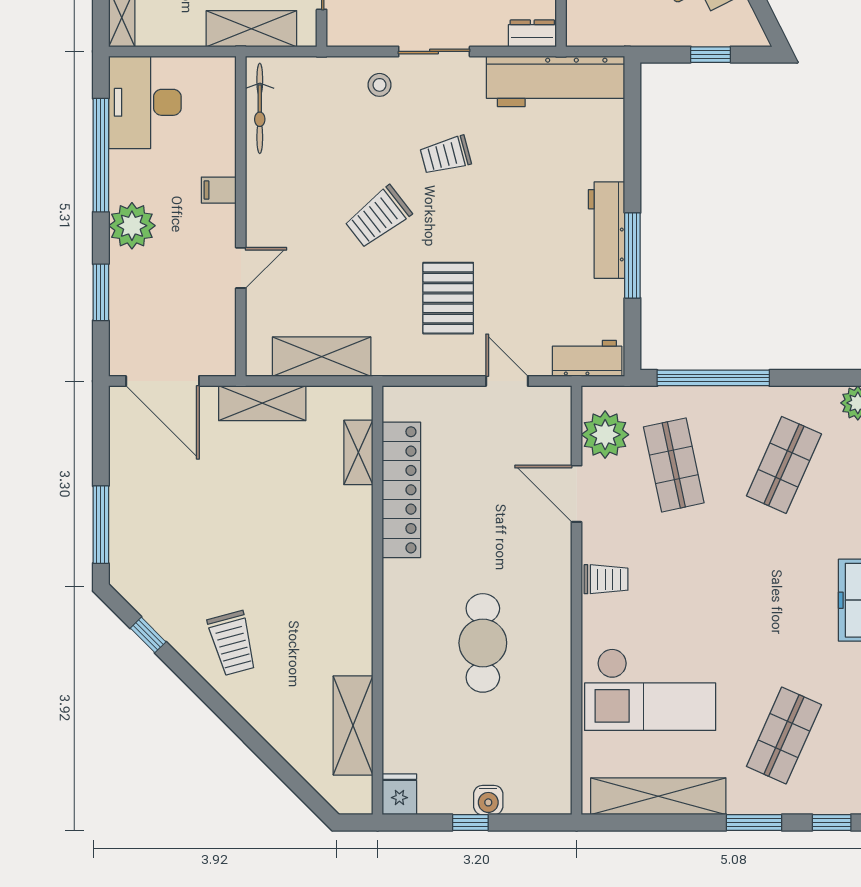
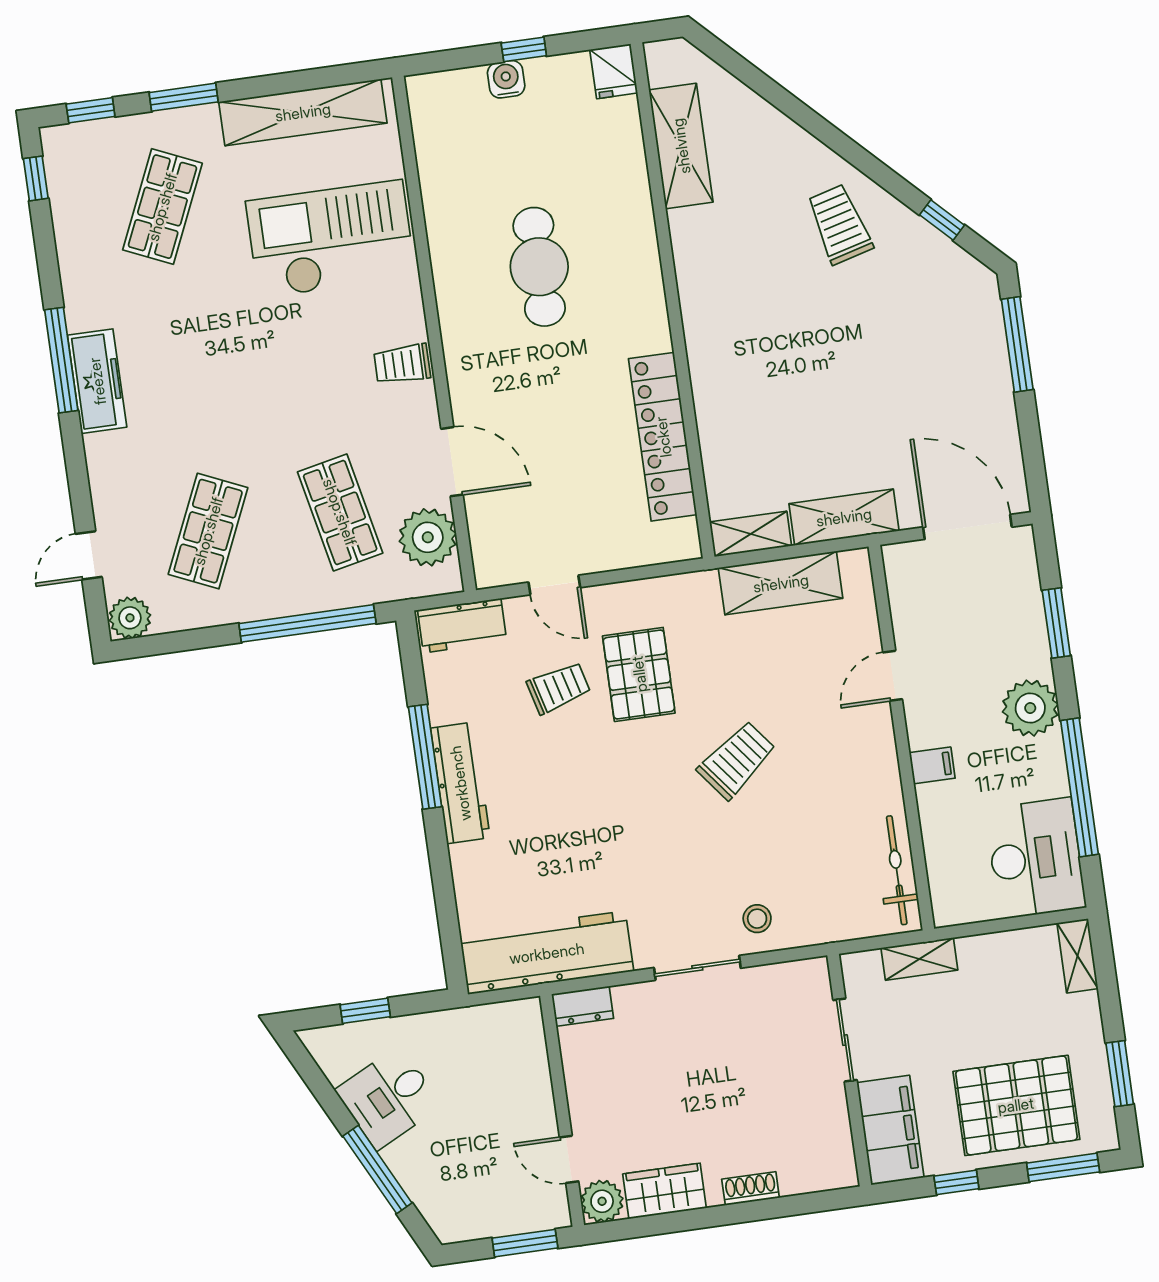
shelving: (251, 29) -> (919, 959), width x0.67, depth x0.75
trolley: (446, 155) -> (559, 688), moved
shelving: (358, 452) -> (751, 534), moved, turned 90

